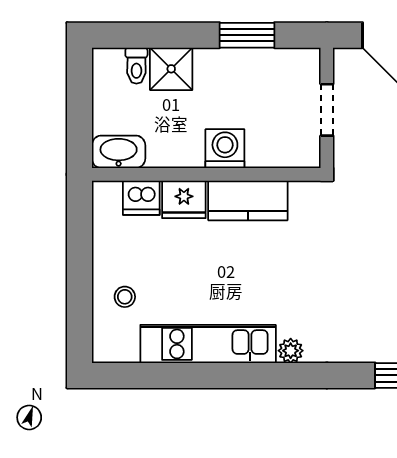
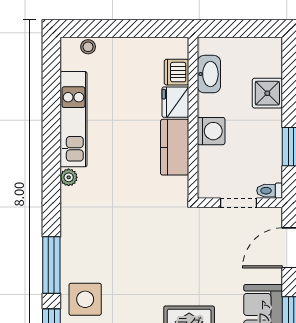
toilet: (136, 66) -> (270, 191), moved
washbasin: (119, 152) -> (209, 74), moved
stool: (125, 297) -> (88, 47), moved

